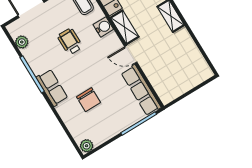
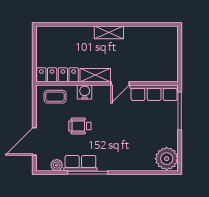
row of seats: (52, 88) -> (80, 163), moved
chair: (88, 100) -> (136, 140), removed
plant: (87, 146) -> (167, 159), width x1.87, depth x1.87

